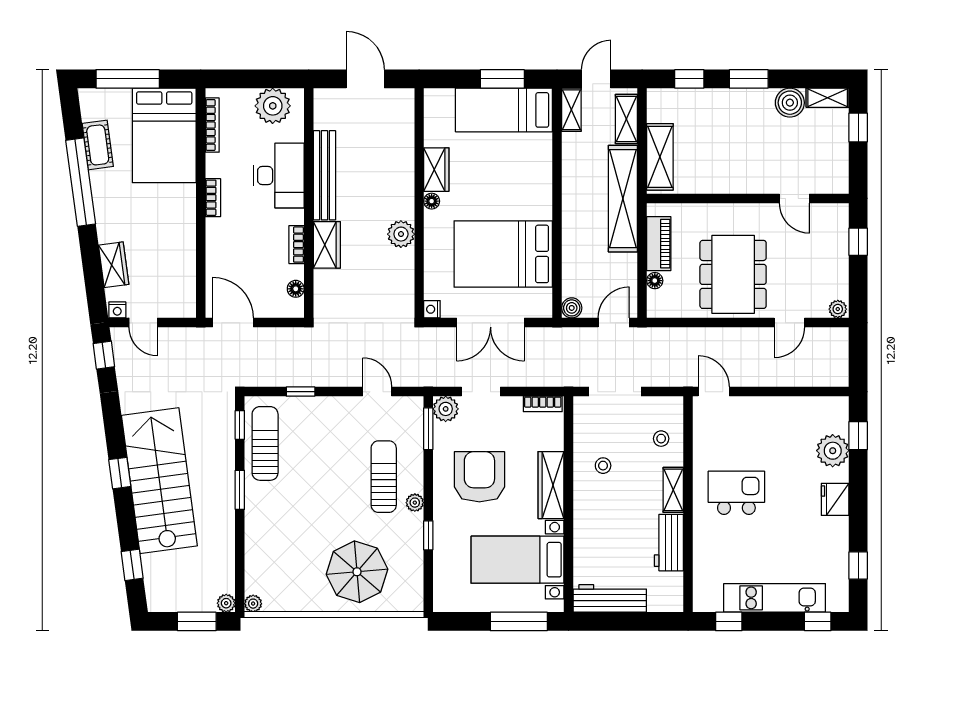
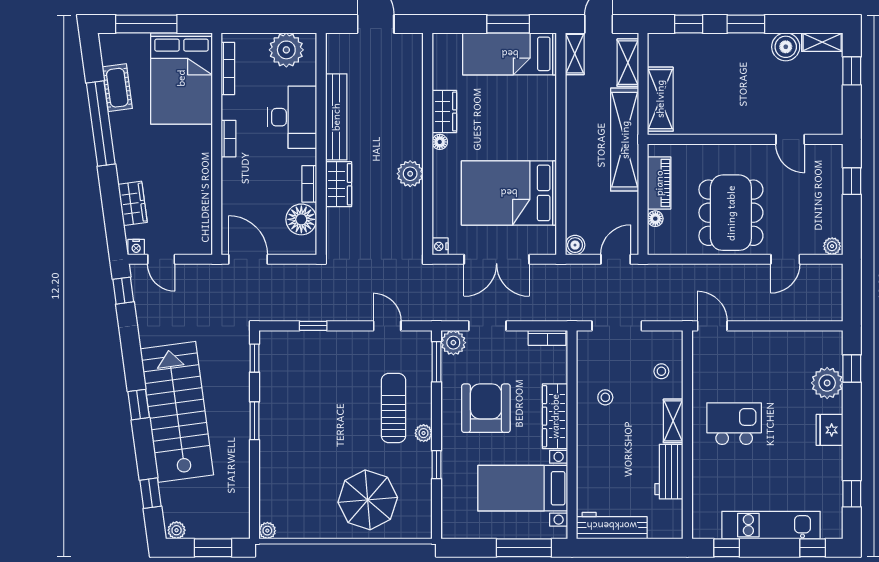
floor lamp: (296, 289) -> (301, 219), width x1.89, depth x1.89
sun lounger: (265, 443) -> (279, 376), removed
plant: (226, 603) -> (177, 530), moved

